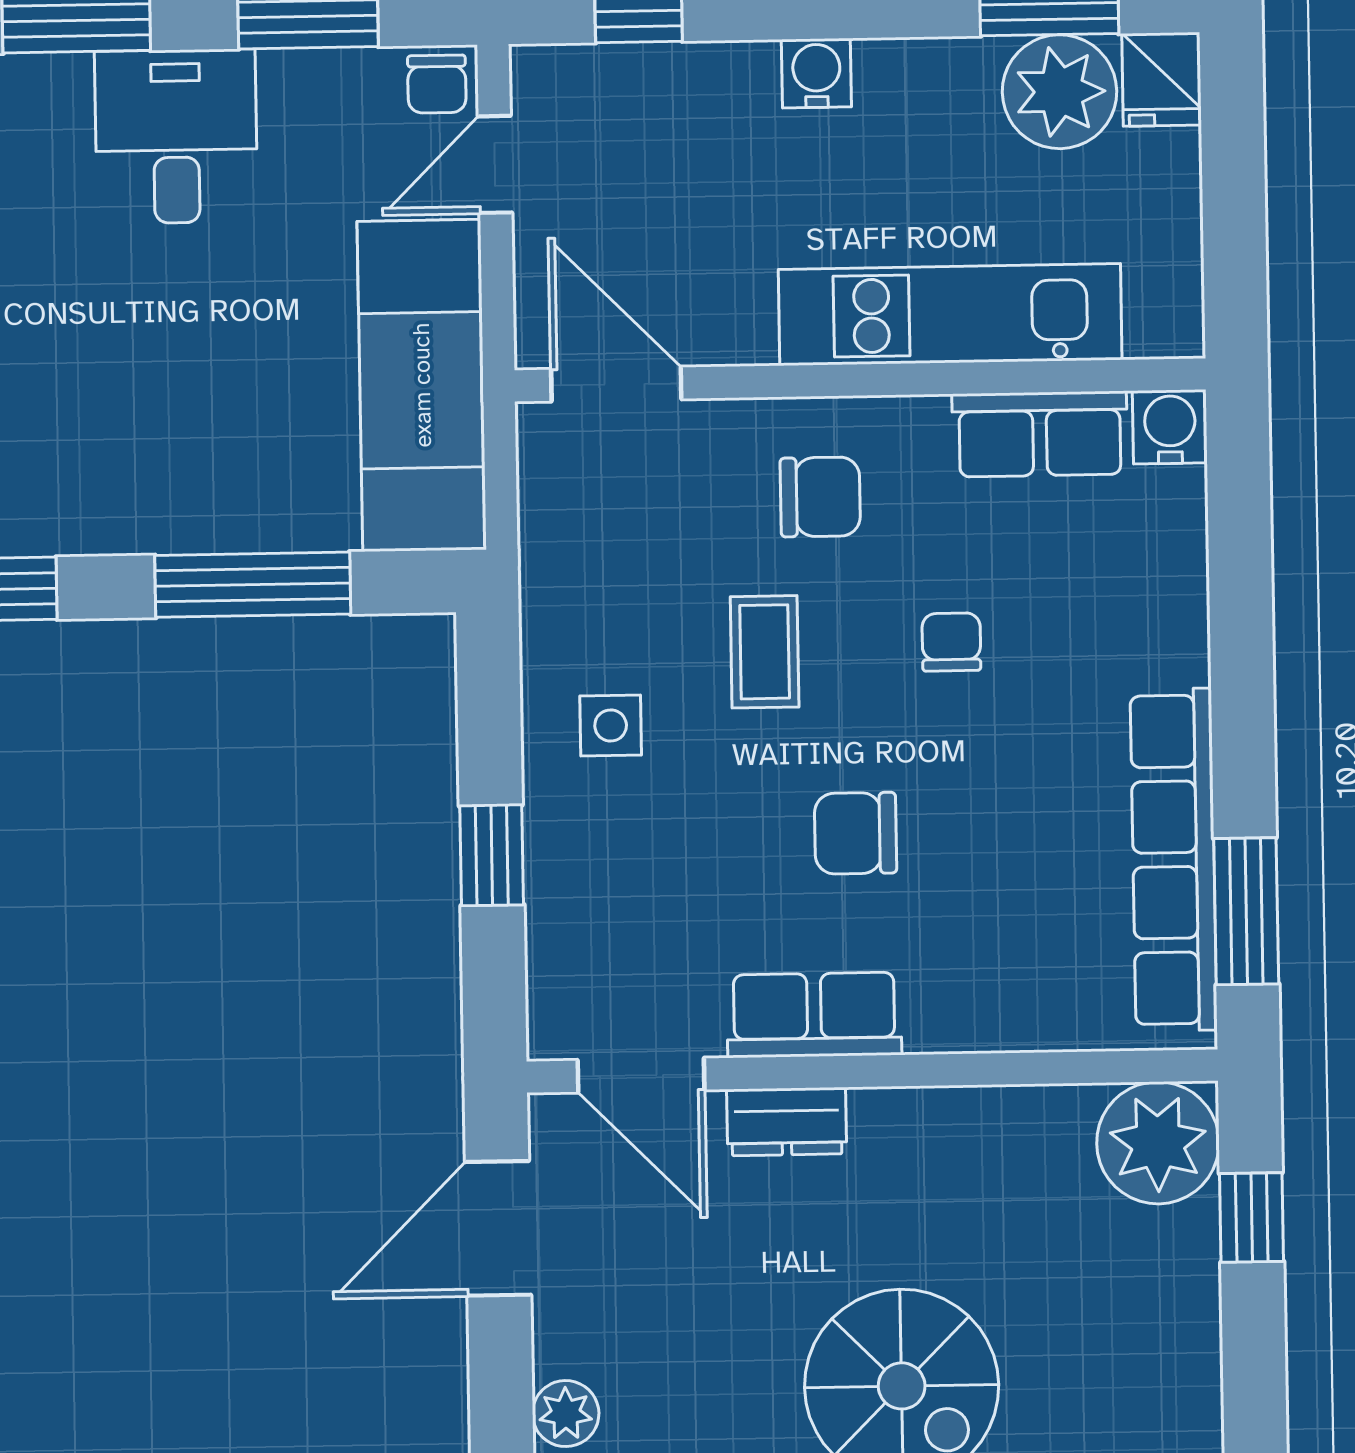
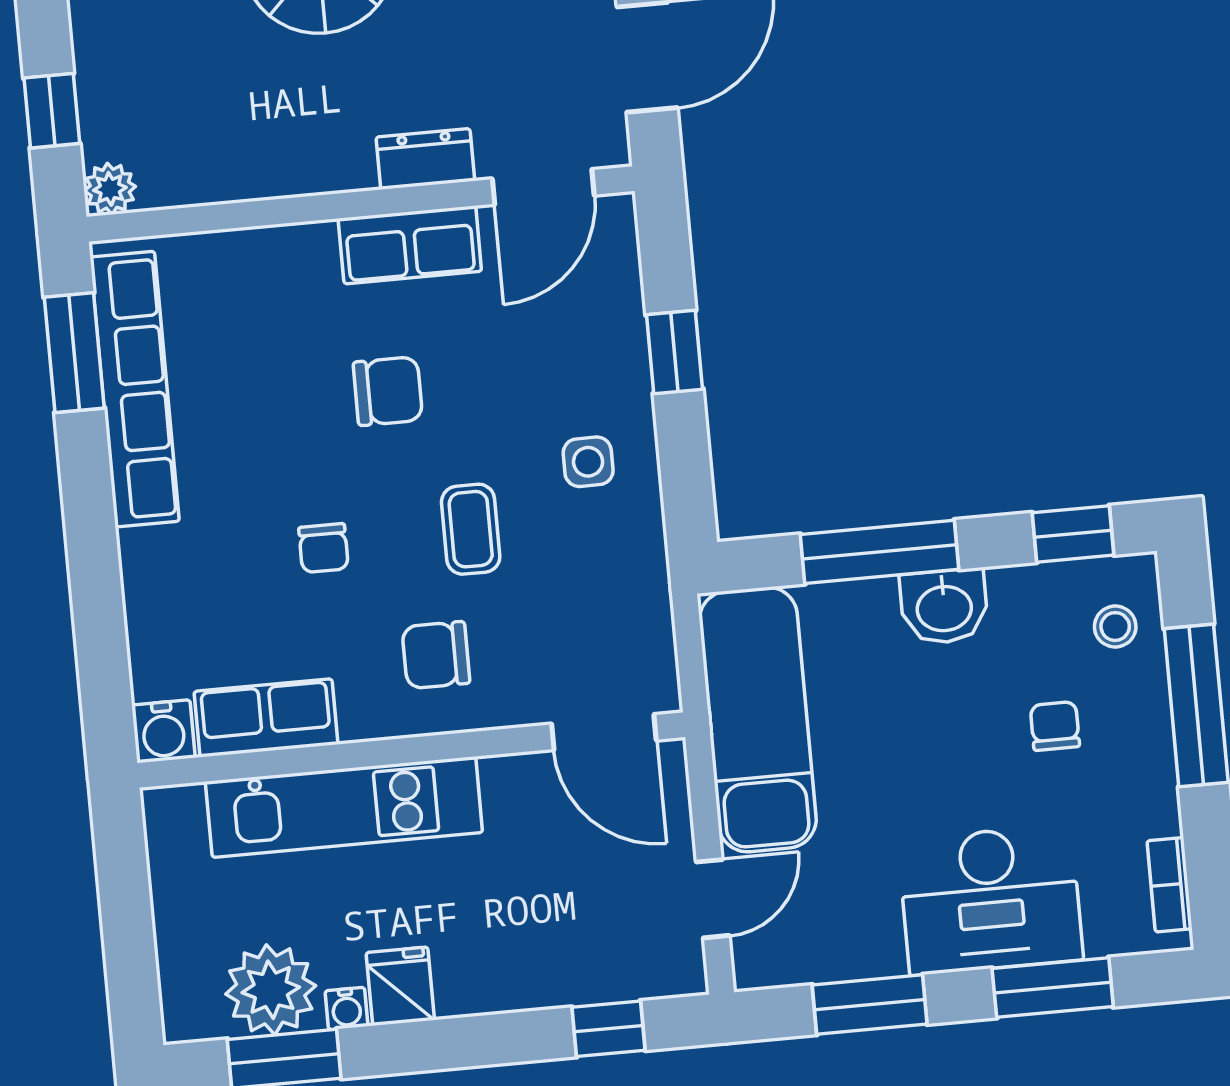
water cooler: (816, 73) -> (347, 1008), moved, width x0.72, depth x0.72
fridge: (1162, 79) -> (400, 986), moved
chair: (437, 84) -> (1055, 726), moved
desk: (176, 136) -> (990, 900), width x1.37
washbasin: (177, 510) -> (944, 606), added
door: (641, 1075) -> (543, 187), swing flipped
plant: (1158, 1143) -> (110, 189), width x0.53, depth x0.53

